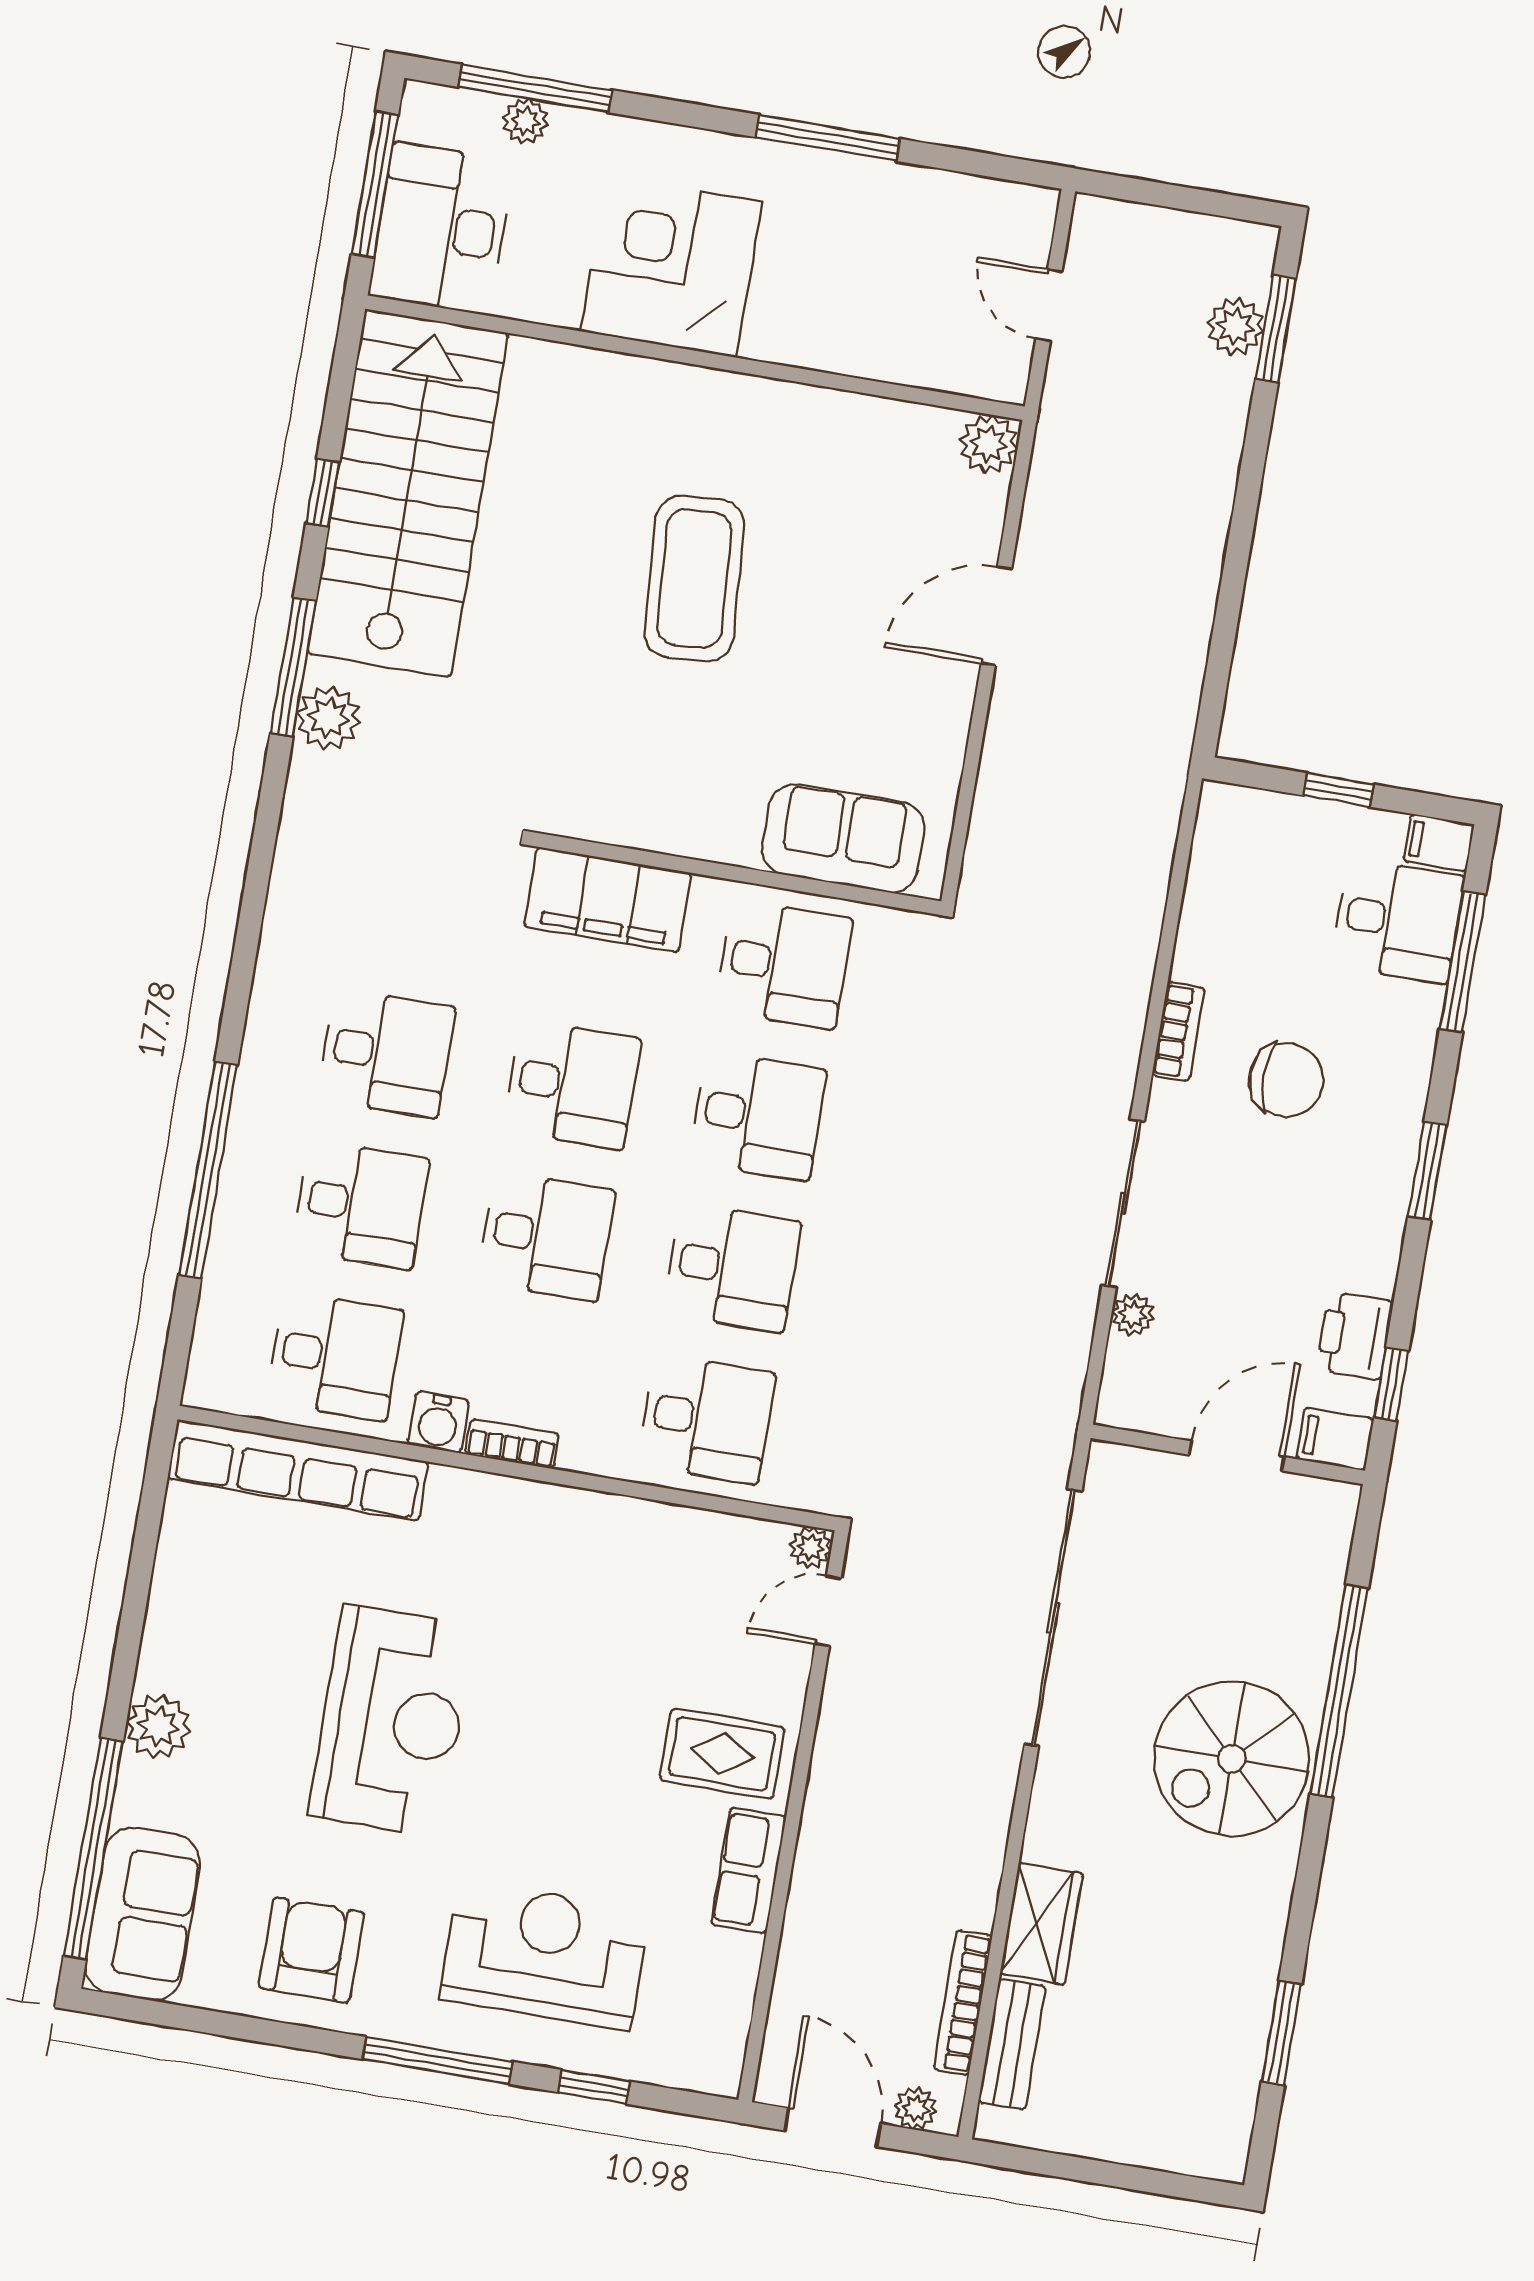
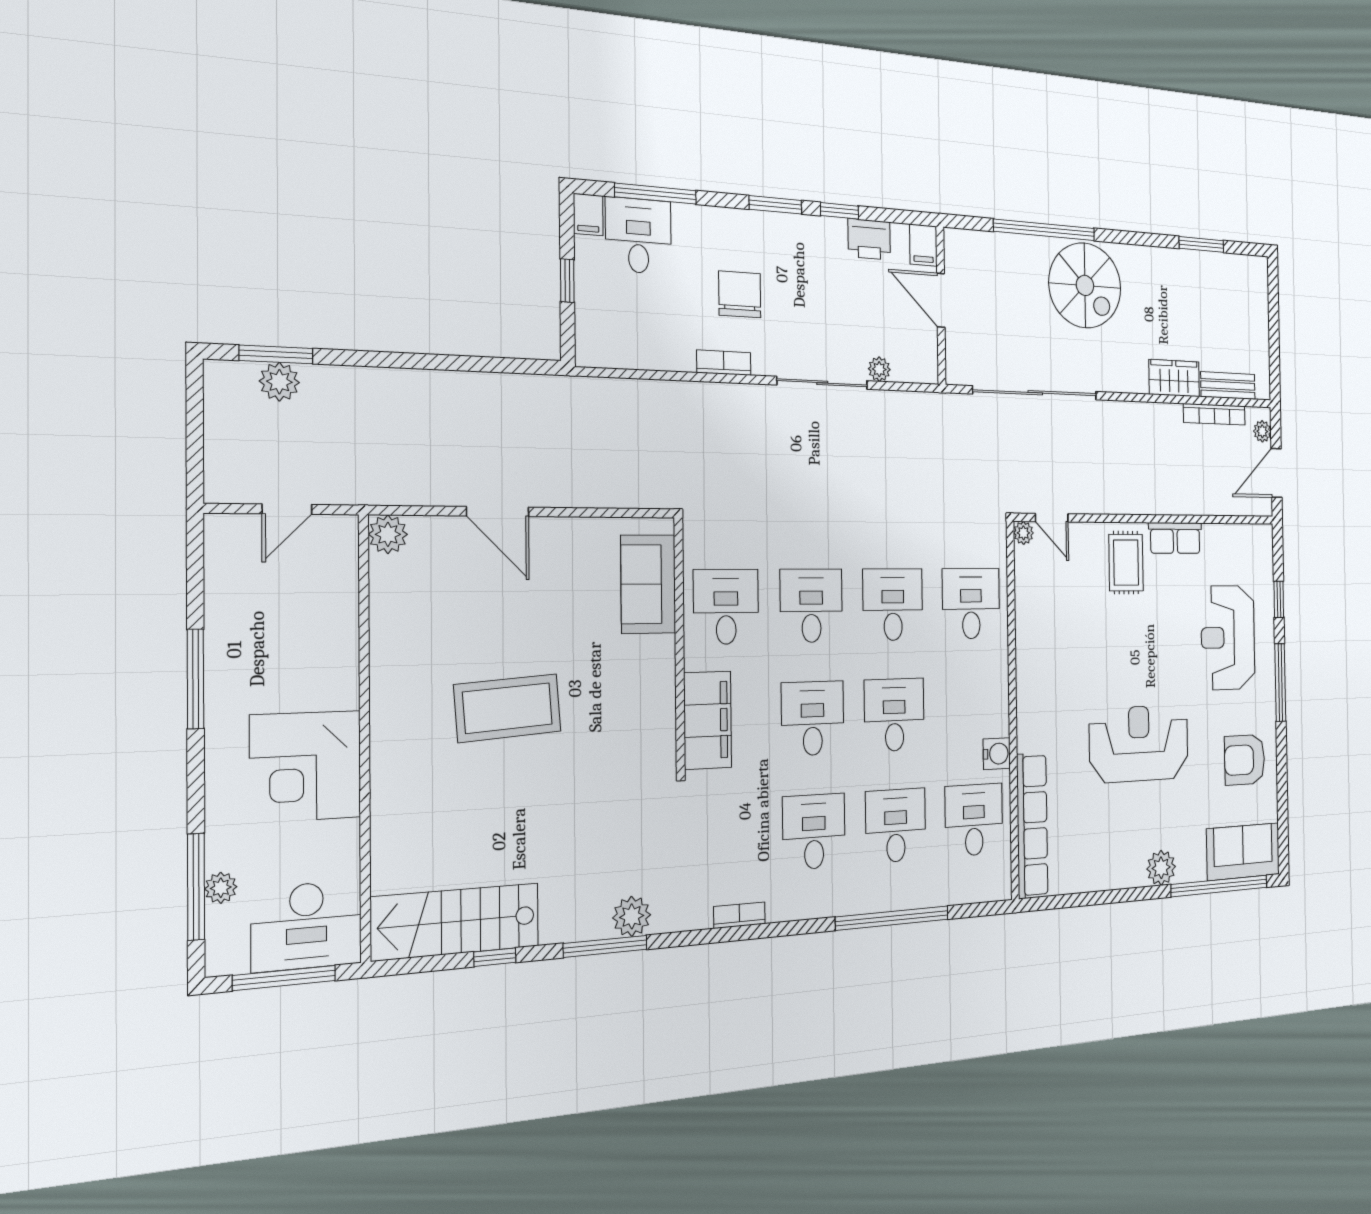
stairs: (408, 493) -> (456, 922), width x0.73, depth x0.66
window: (1391, 1384) -> (839, 211), moved
bookcase: (512, 1444) -> (739, 915), moved, turned 90

